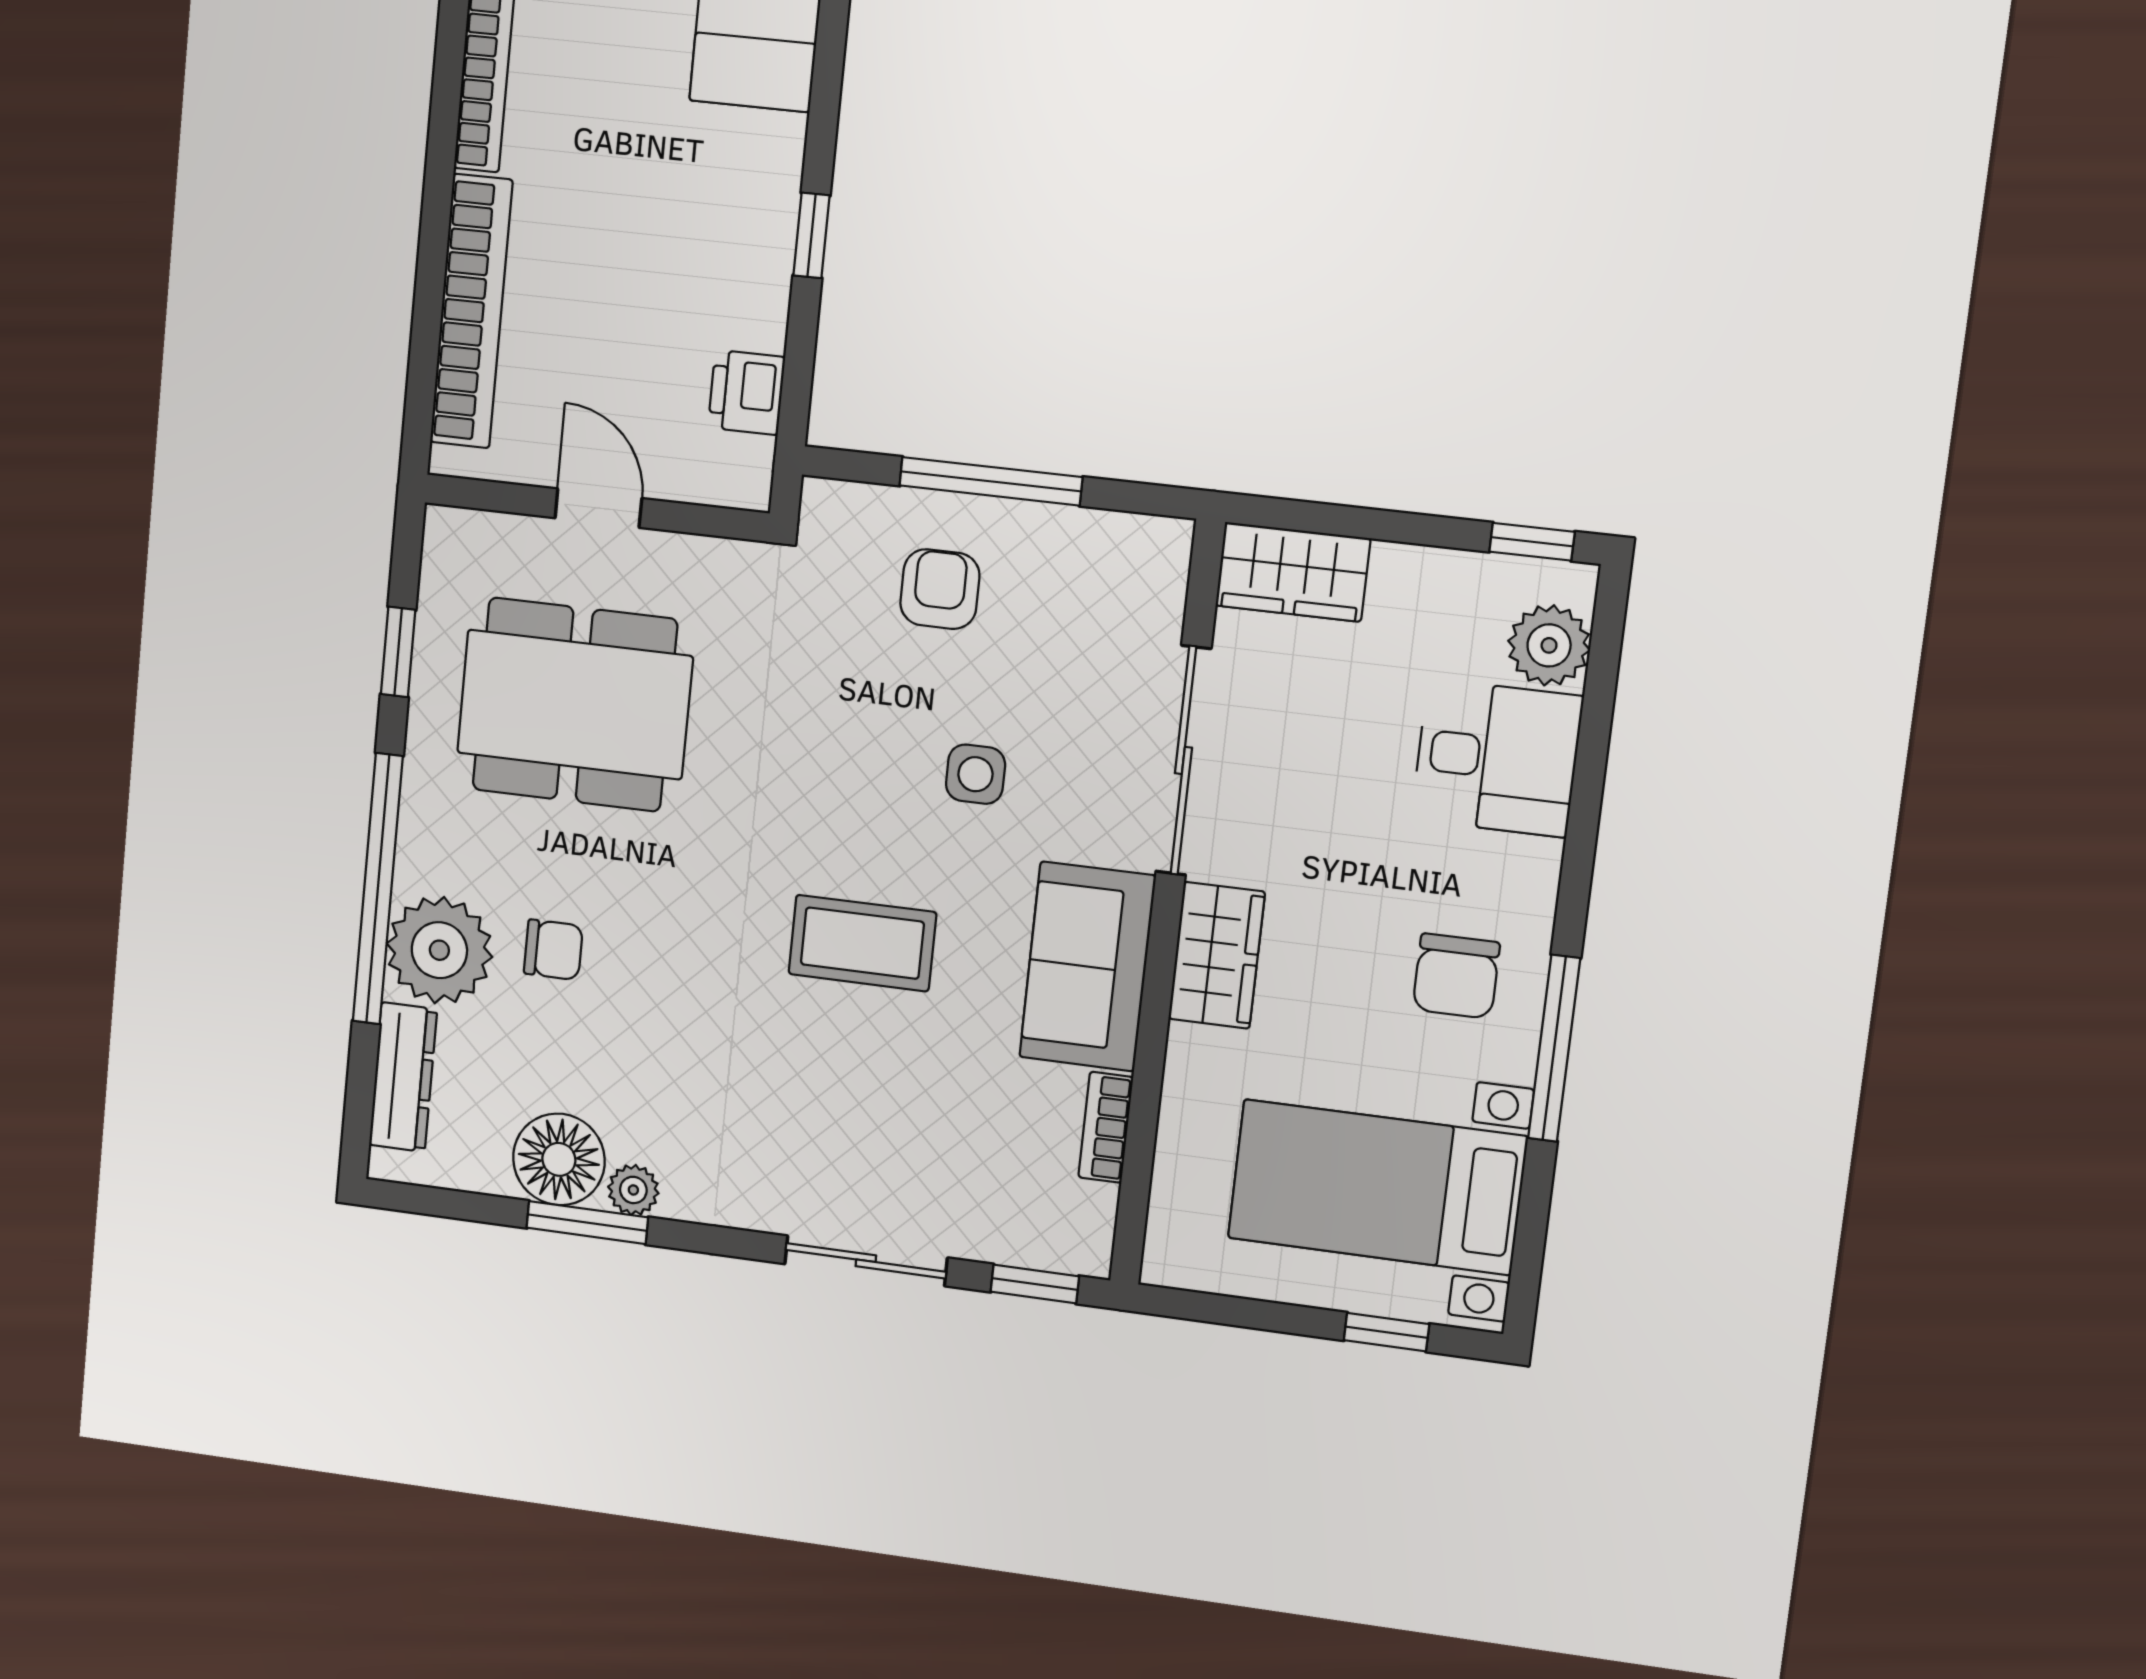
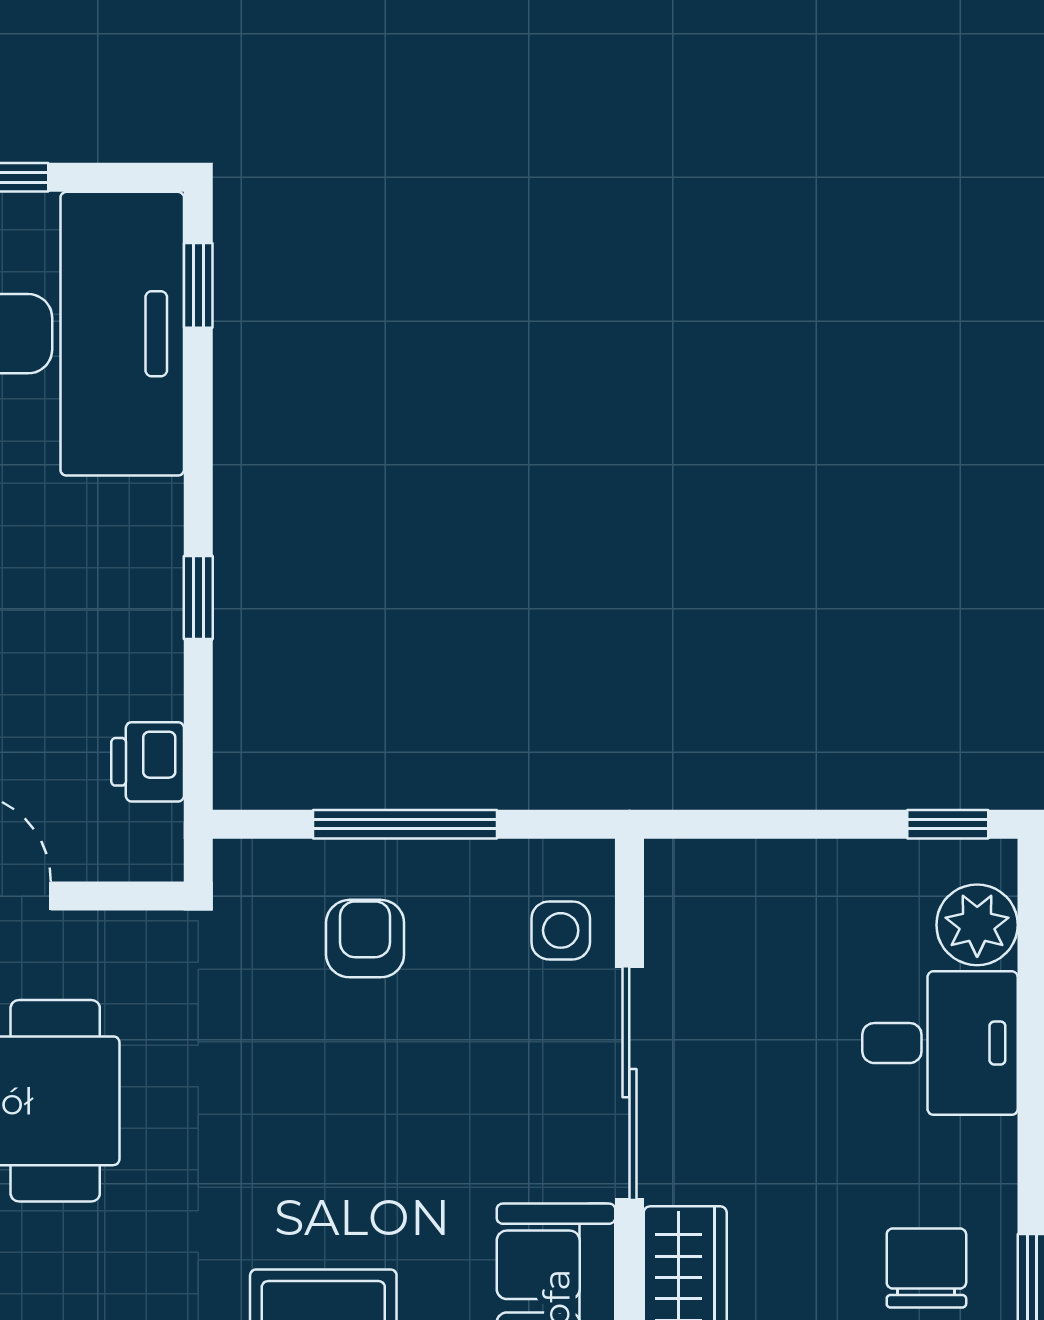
wardrobe: (1293, 572) -> (717, 881), removed
side table: (976, 774) -> (561, 930), moved
chair: (1456, 976) -> (926, 1268), turned 180

